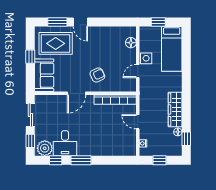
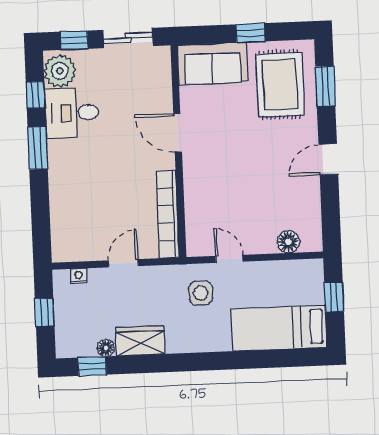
door: (80, 22) -> (328, 159), moved
side table: (146, 58) -> (201, 293), moved
armchair: (97, 75) -> (218, 175), removed
wardrobe: (175, 110) -> (140, 341), width x0.67

